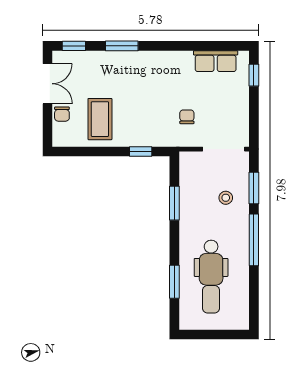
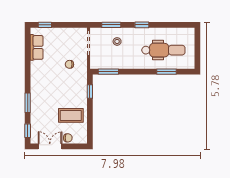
window: (174, 203) -> (108, 72), moved
window: (254, 240) -> (142, 25), width x0.46

